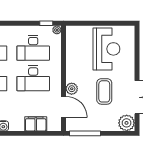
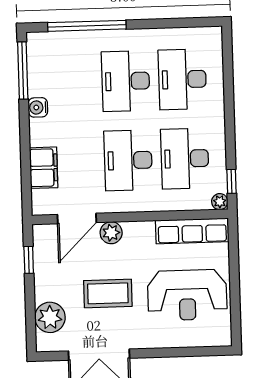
row of seats: (72, 45) -> (192, 231), added
plant: (127, 123) -> (50, 317), moved
window: (85, 133) -> (29, 260), width x0.46

